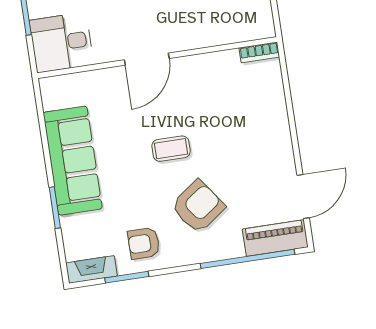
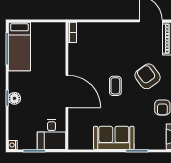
door: (147, 59) -> (67, 91), width x1.36
sofa: (73, 161) -> (114, 138), width x0.73

